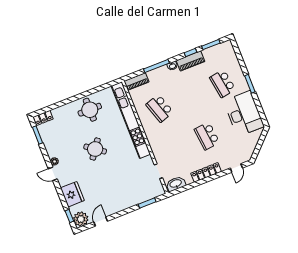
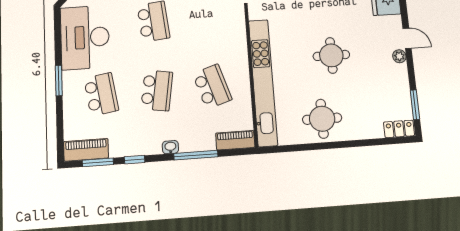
piano: (191, 61) -> (86, 150), moved
school desk: (191, 96) -> (157, 90), added
round table: (95, 149) -> (331, 55), turned -36

